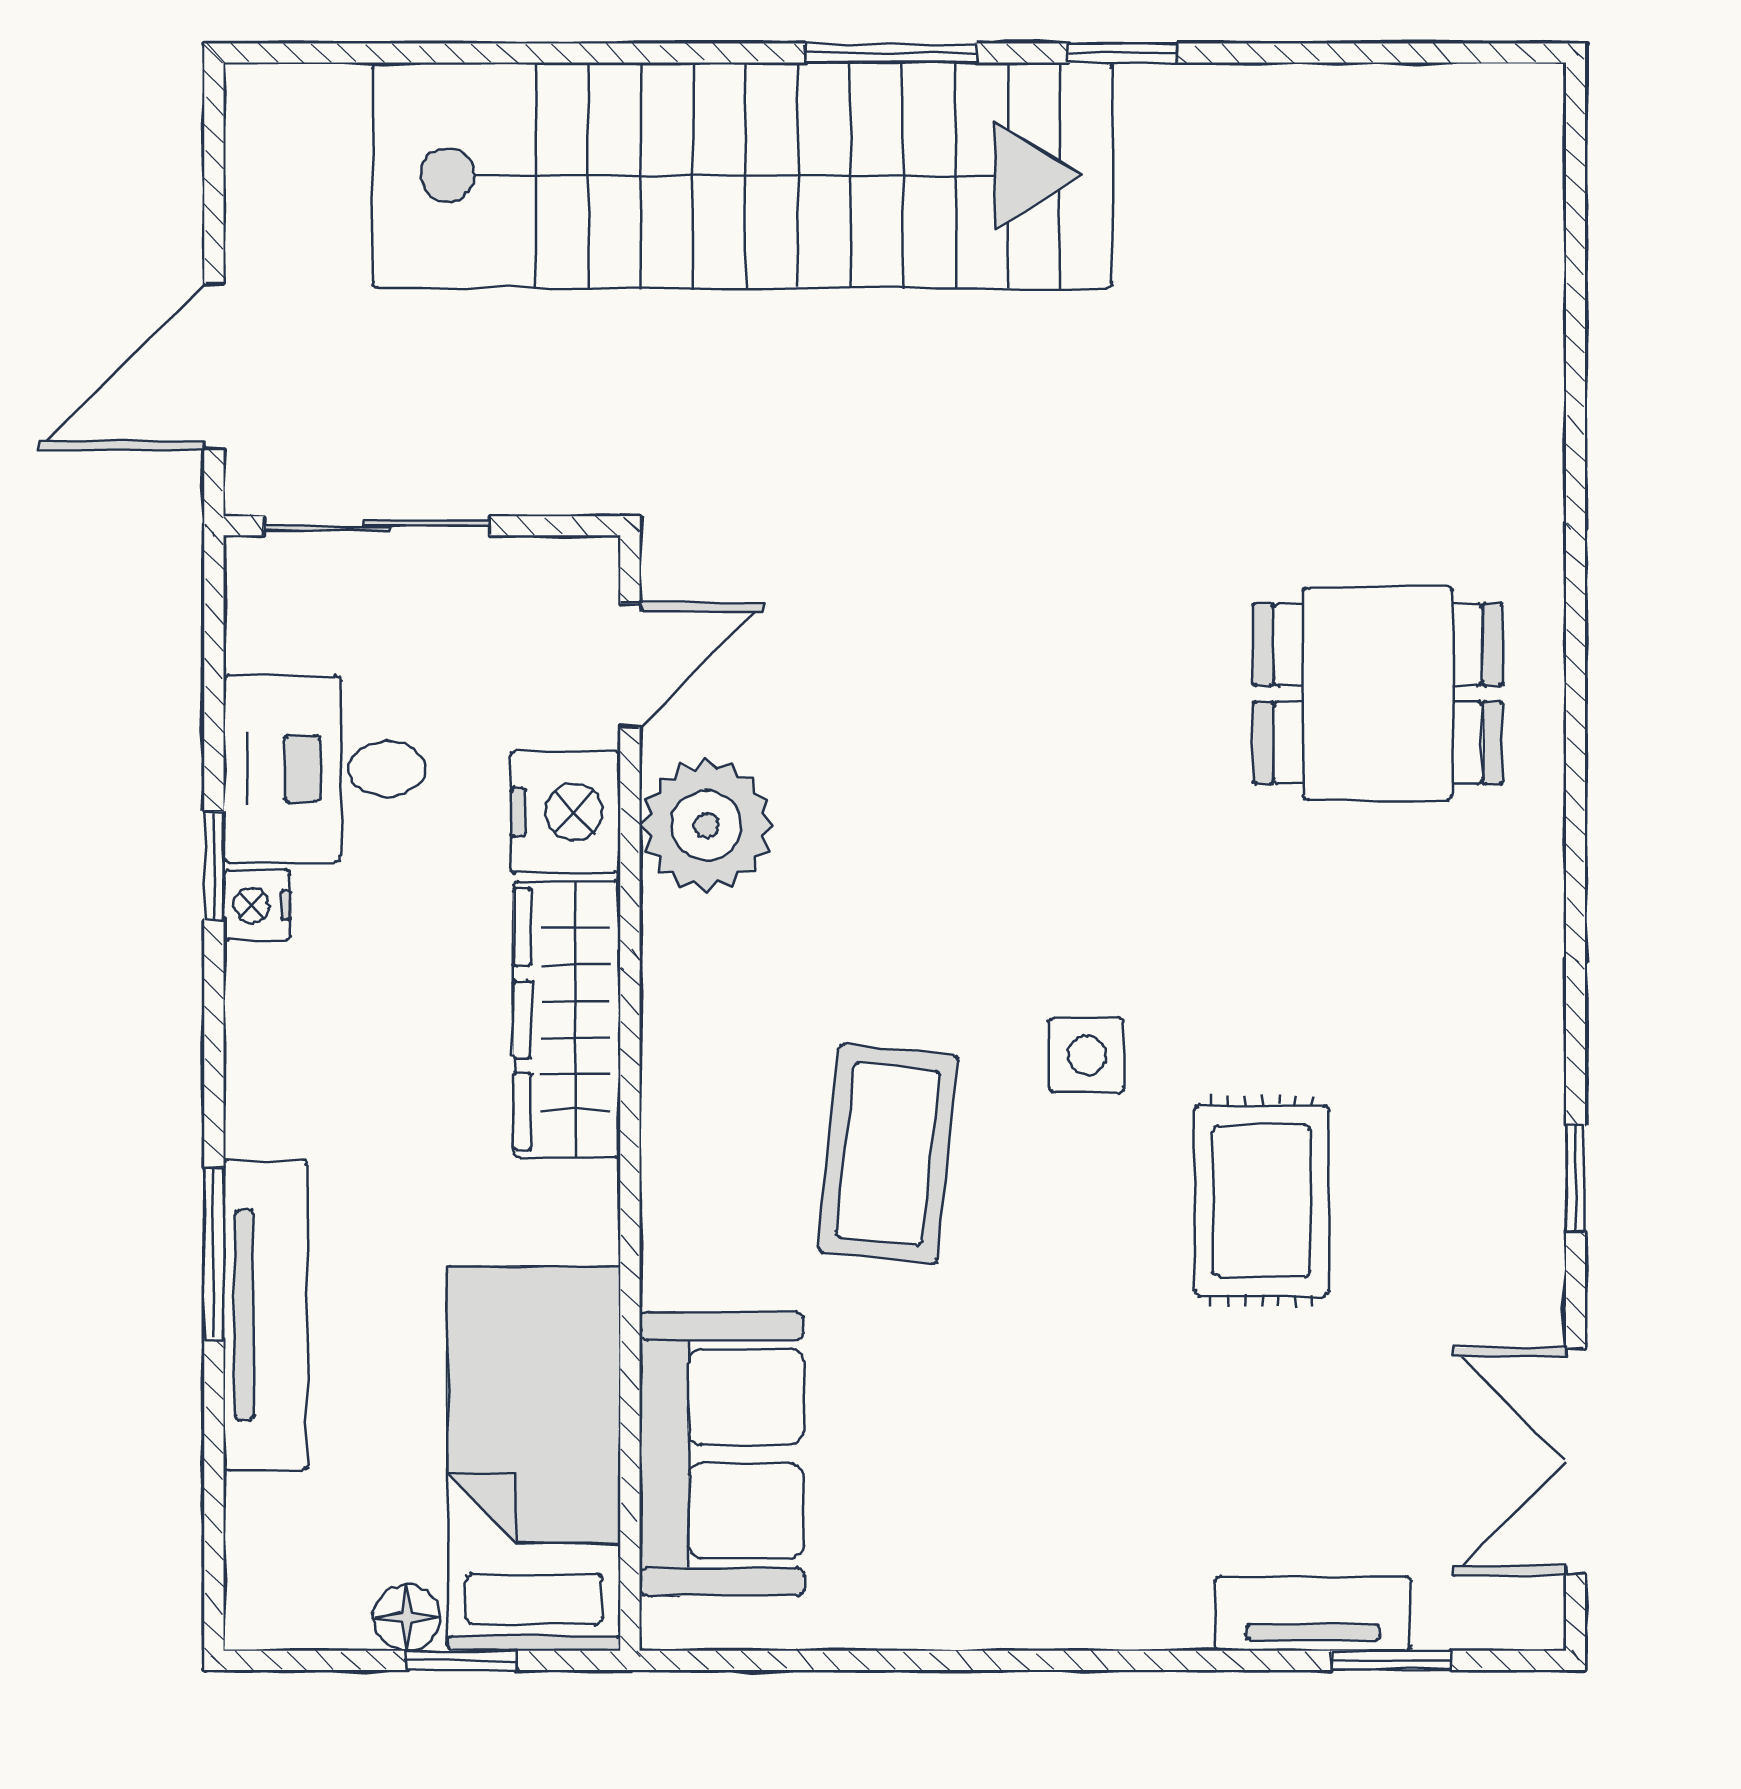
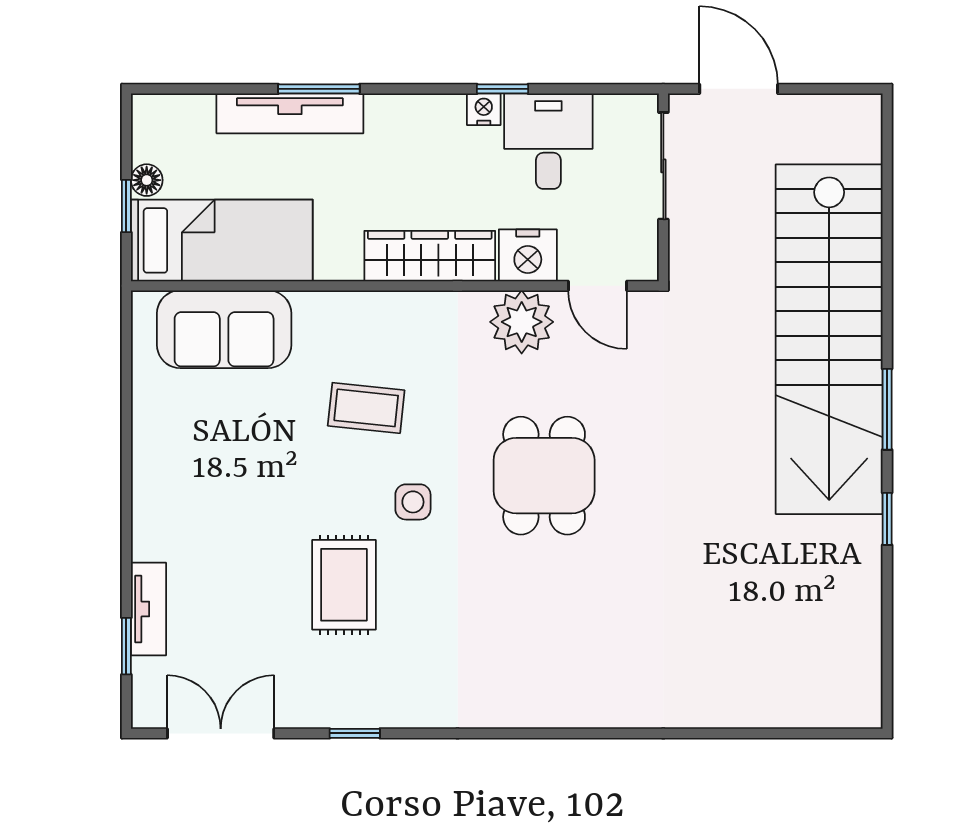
dining table: (1378, 693) -> (544, 476), moved
coffee table: (888, 1154) -> (366, 408), width x0.73, depth x0.77
rug: (1262, 1201) -> (344, 585), turned 90

